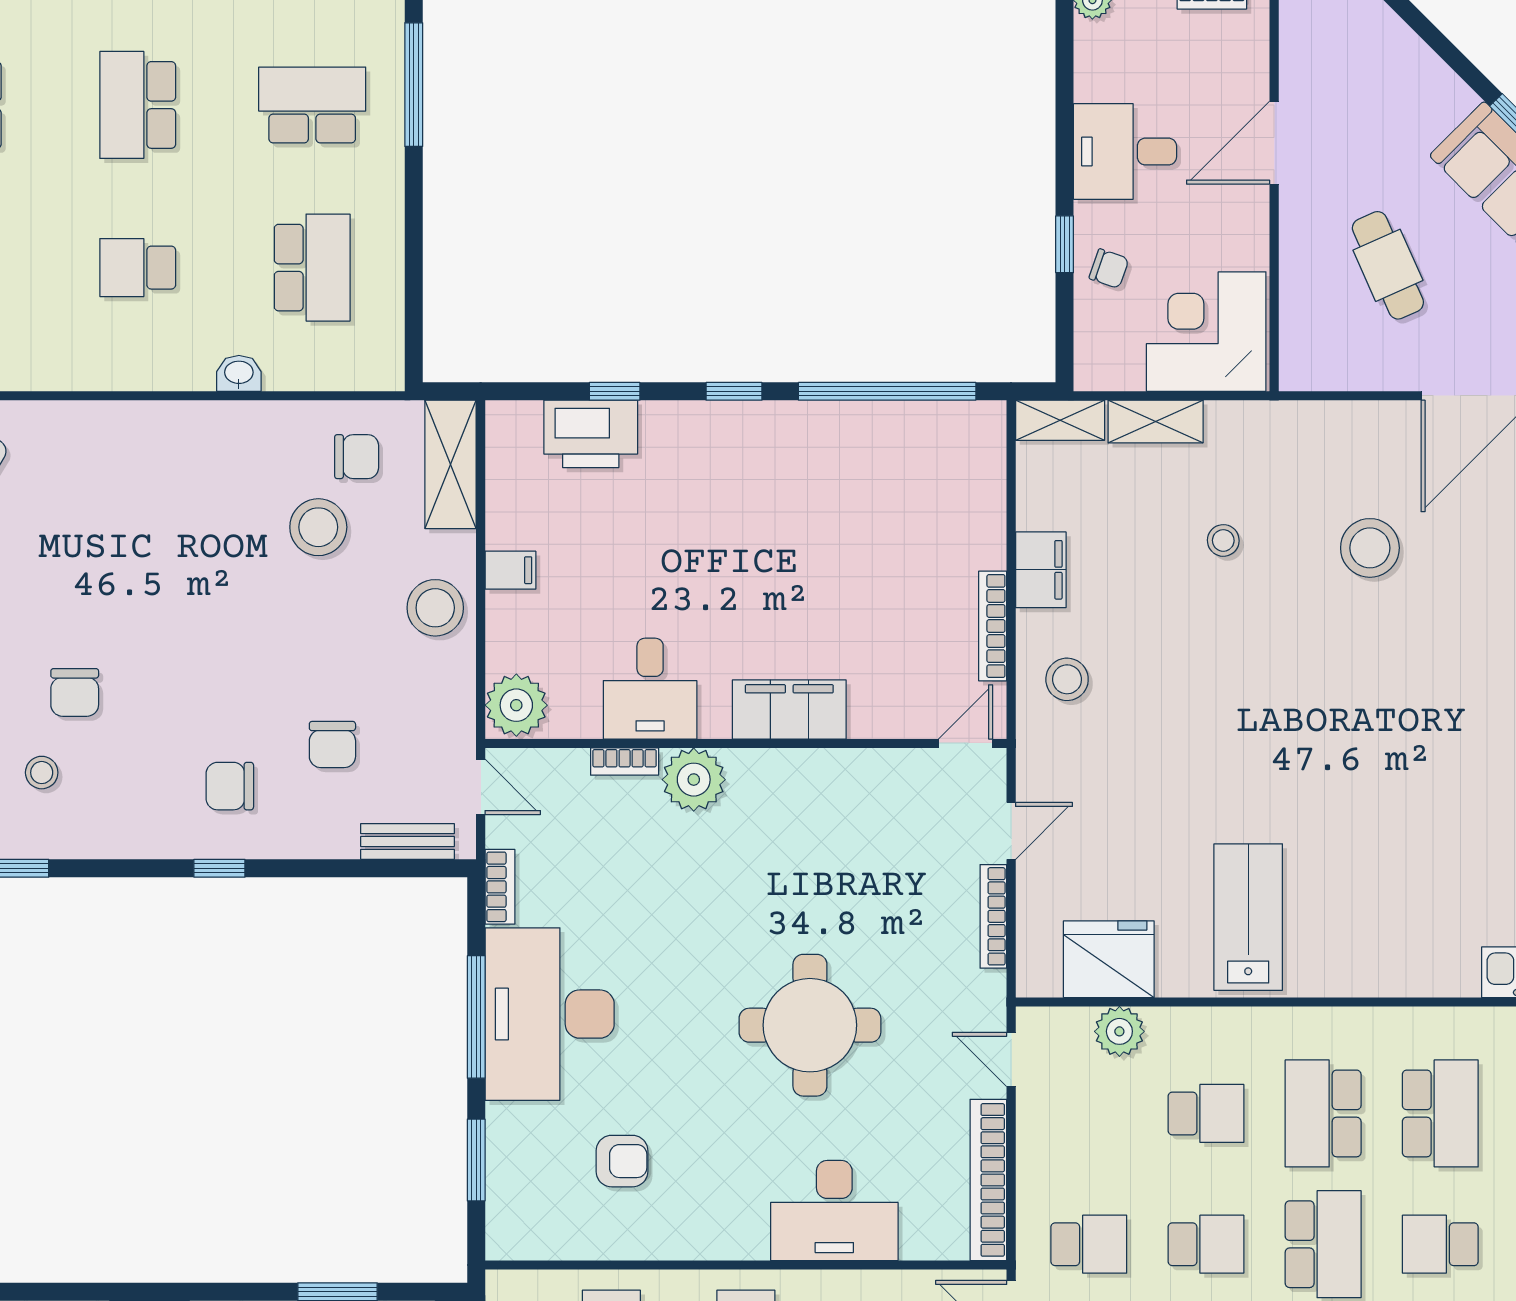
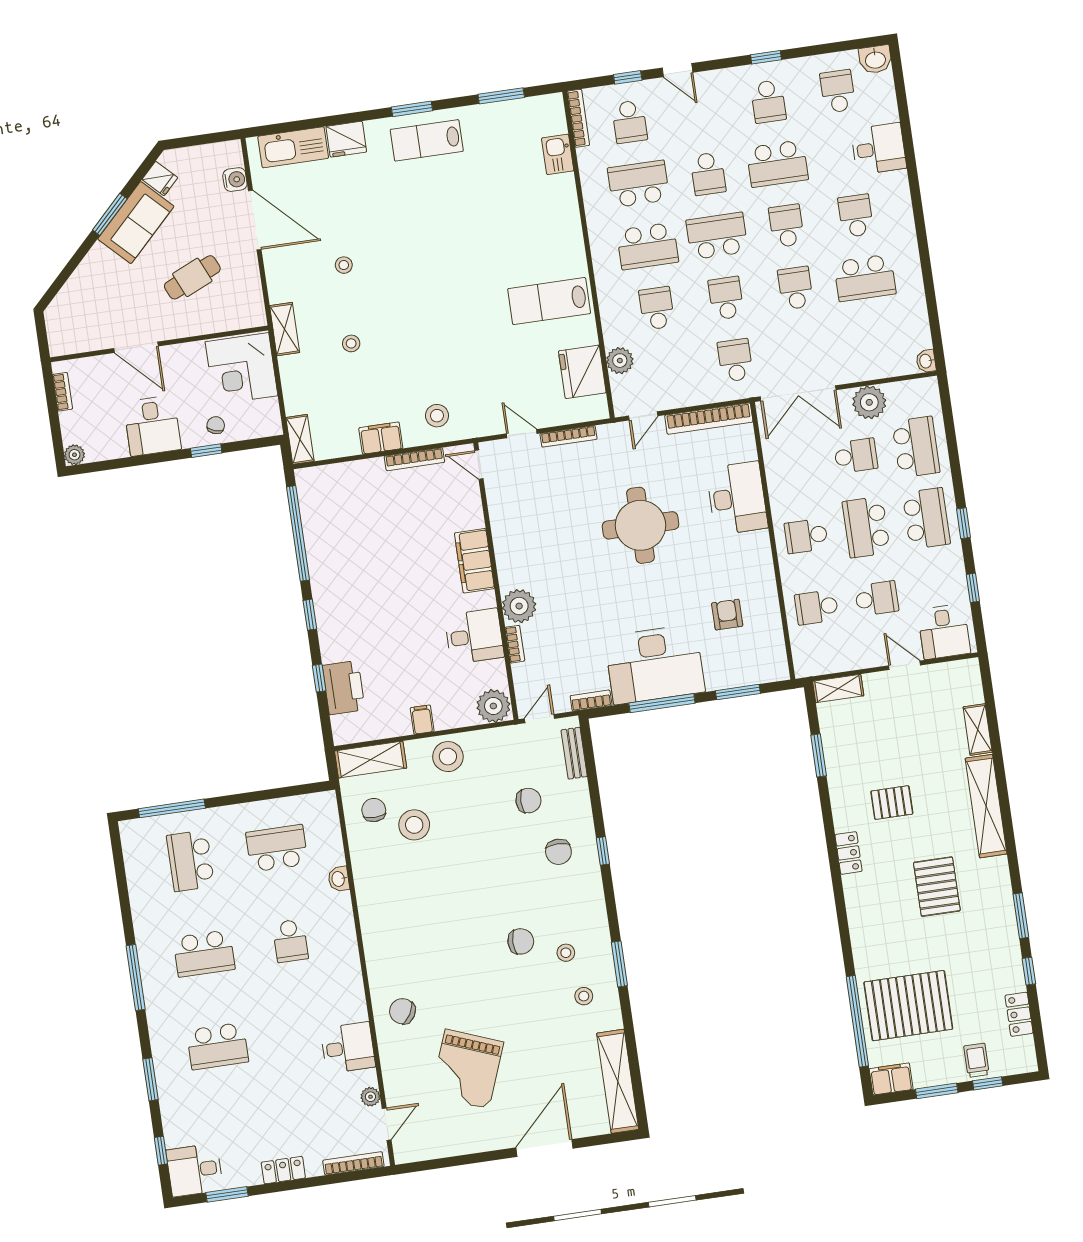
shelving: (1156, 422) -> (285, 329), moved
stool: (1370, 548) -> (344, 265), width x0.53, depth x0.53

